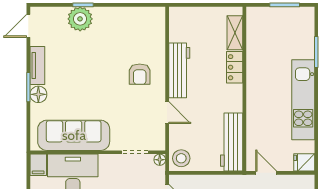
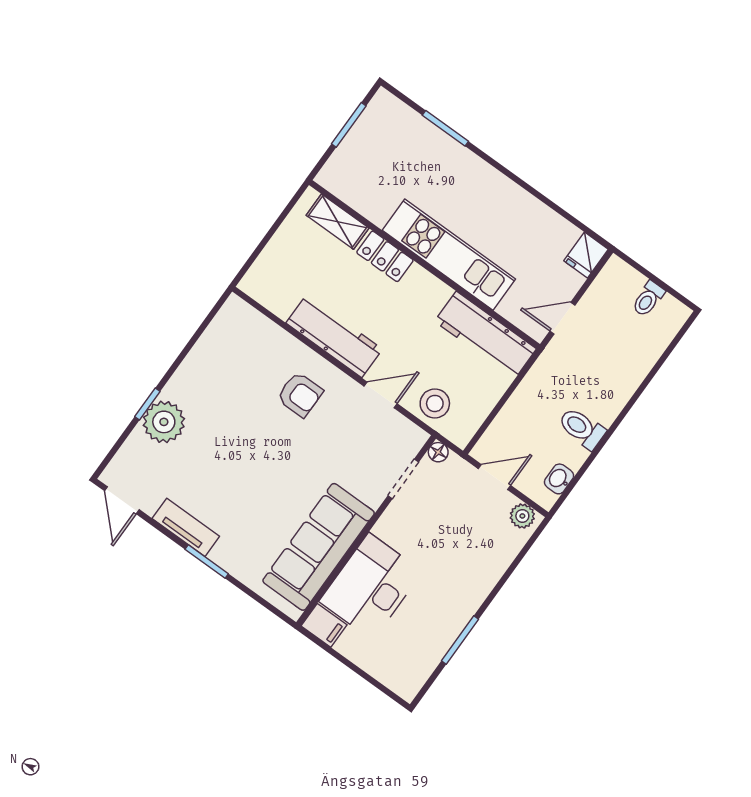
floor lamp: (38, 94) -> (227, 555), removed
kitchen unit: (303, 100) -> (449, 255), moved, turned 180
stool: (181, 158) -> (435, 403), moved

